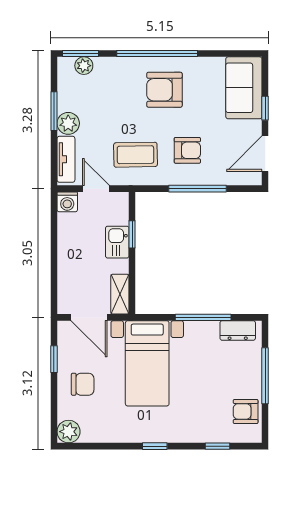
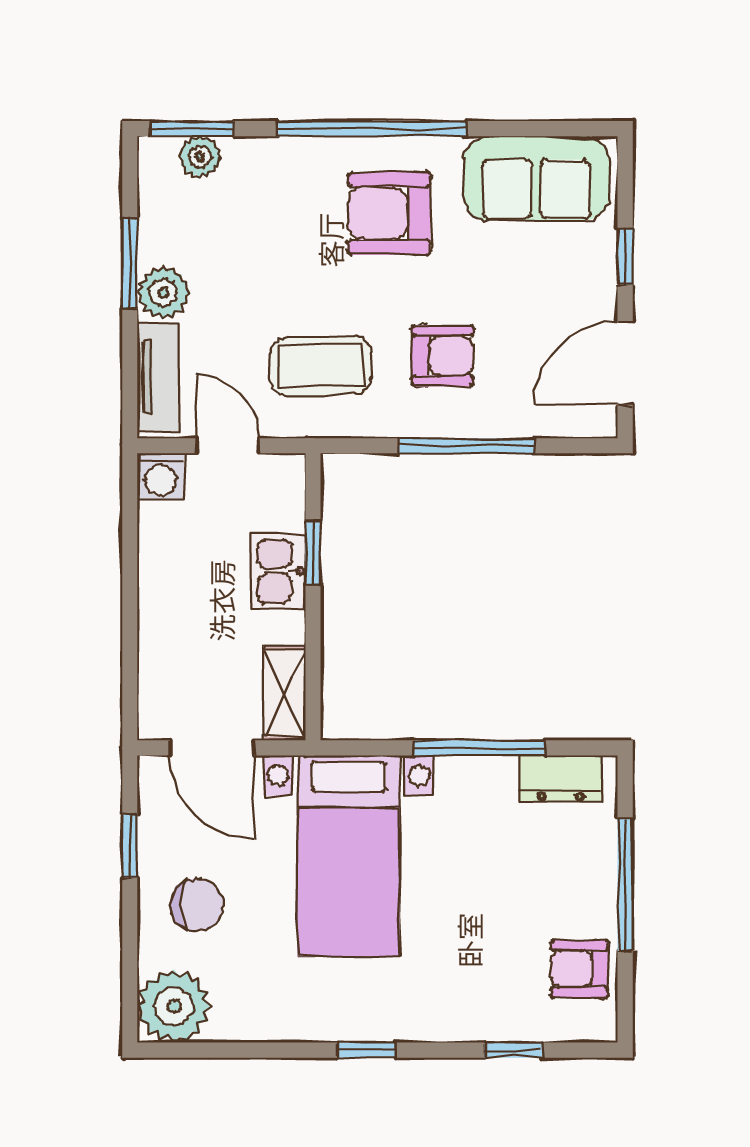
sofa: (244, 88) -> (536, 178), moved, turned -90
plant: (69, 432) -> (174, 1006), width x1.36, depth x1.36

